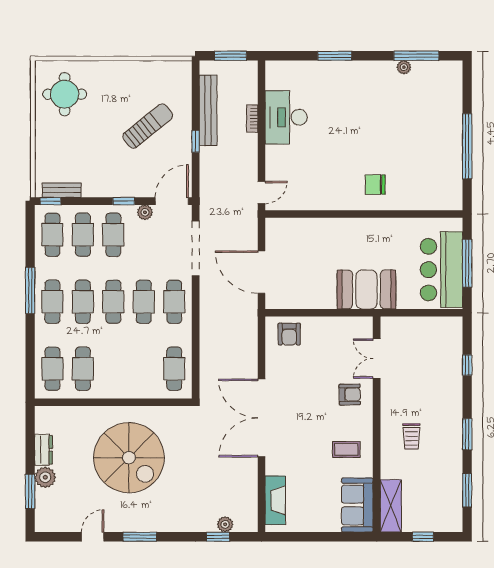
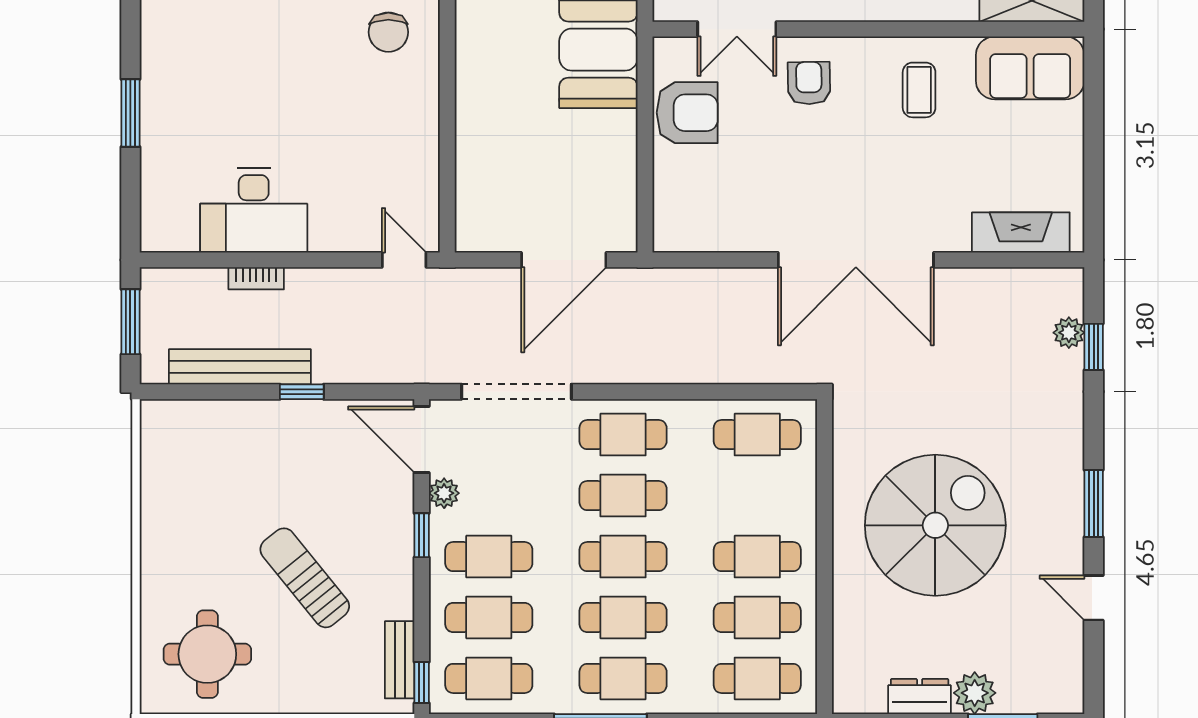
sun lounger: (148, 126) -> (305, 578), moved
armchair: (289, 334) -> (687, 113), moved, width x1.38, depth x1.38
cafe table: (113, 369) -> (757, 557), added

